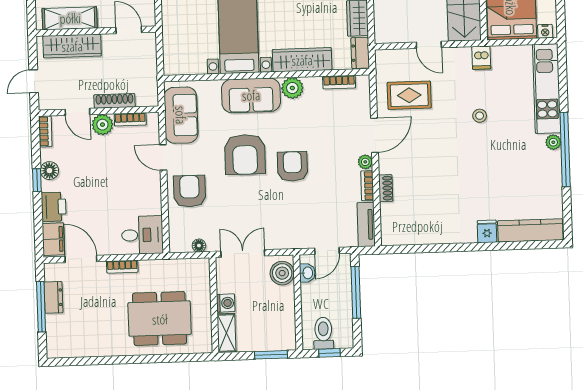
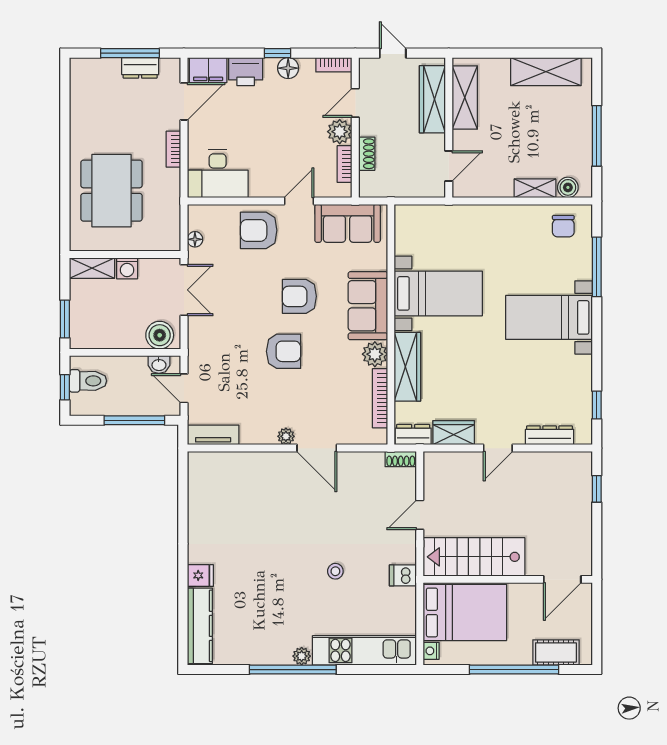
bookcase: (339, 82) -> (380, 398), width x1.56
rug: (409, 95) -> (362, 490), removed
shoe rack: (115, 101) -> (367, 154), width x0.70
armchair: (245, 154) -> (299, 296), width x0.73, depth x0.73
bookcase: (367, 186) -> (258, 438), removed
shoe rack: (386, 188) -> (401, 459), moved
armchair: (190, 191) -> (259, 230), turned 180
desk: (142, 235) -> (218, 174), width x1.37

